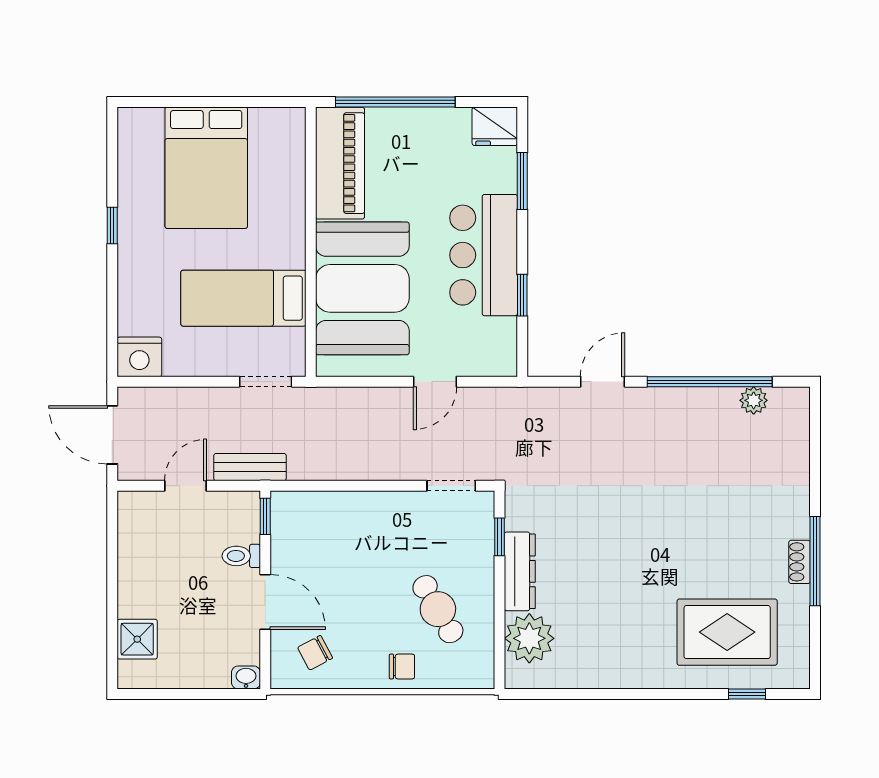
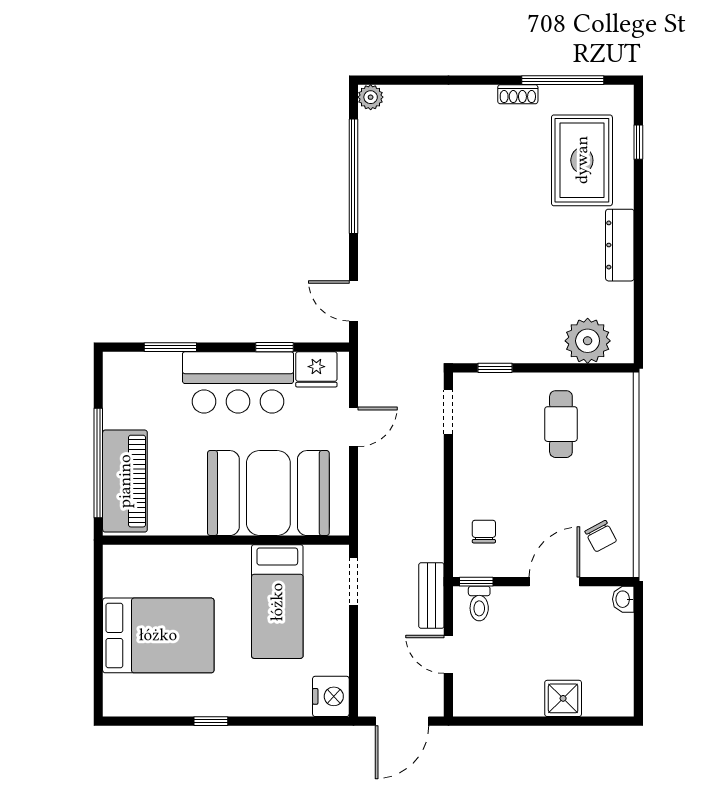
fridge: (495, 126) -> (316, 369), moved, turned 90
piano: (340, 163) -> (125, 481), moved, turned 90
door: (435, 382) -> (353, 427), hinge flipped
door: (603, 382) -> (353, 301), moved
plant: (754, 400) -> (371, 97), moved
toilet: (241, 556) -> (479, 603), moved
window: (815, 561) -> (563, 80), moved
dresser: (520, 571) -> (620, 245), moved, turned -90
cafe table: (438, 609) -> (561, 424), turned -60
shower: (137, 639) -> (563, 698), moved
chair: (402, 666) -> (484, 532), moved

